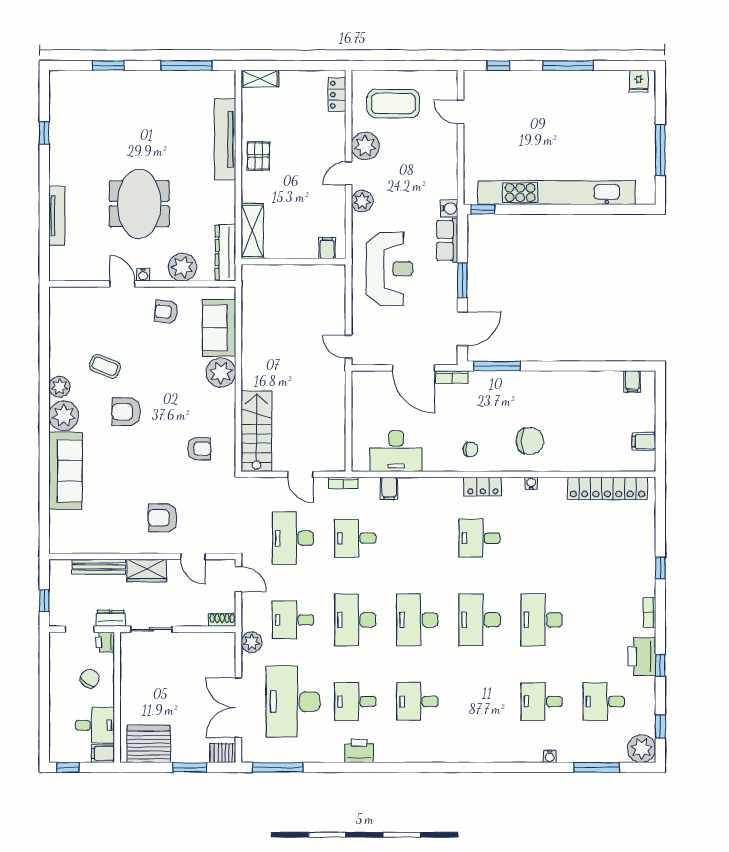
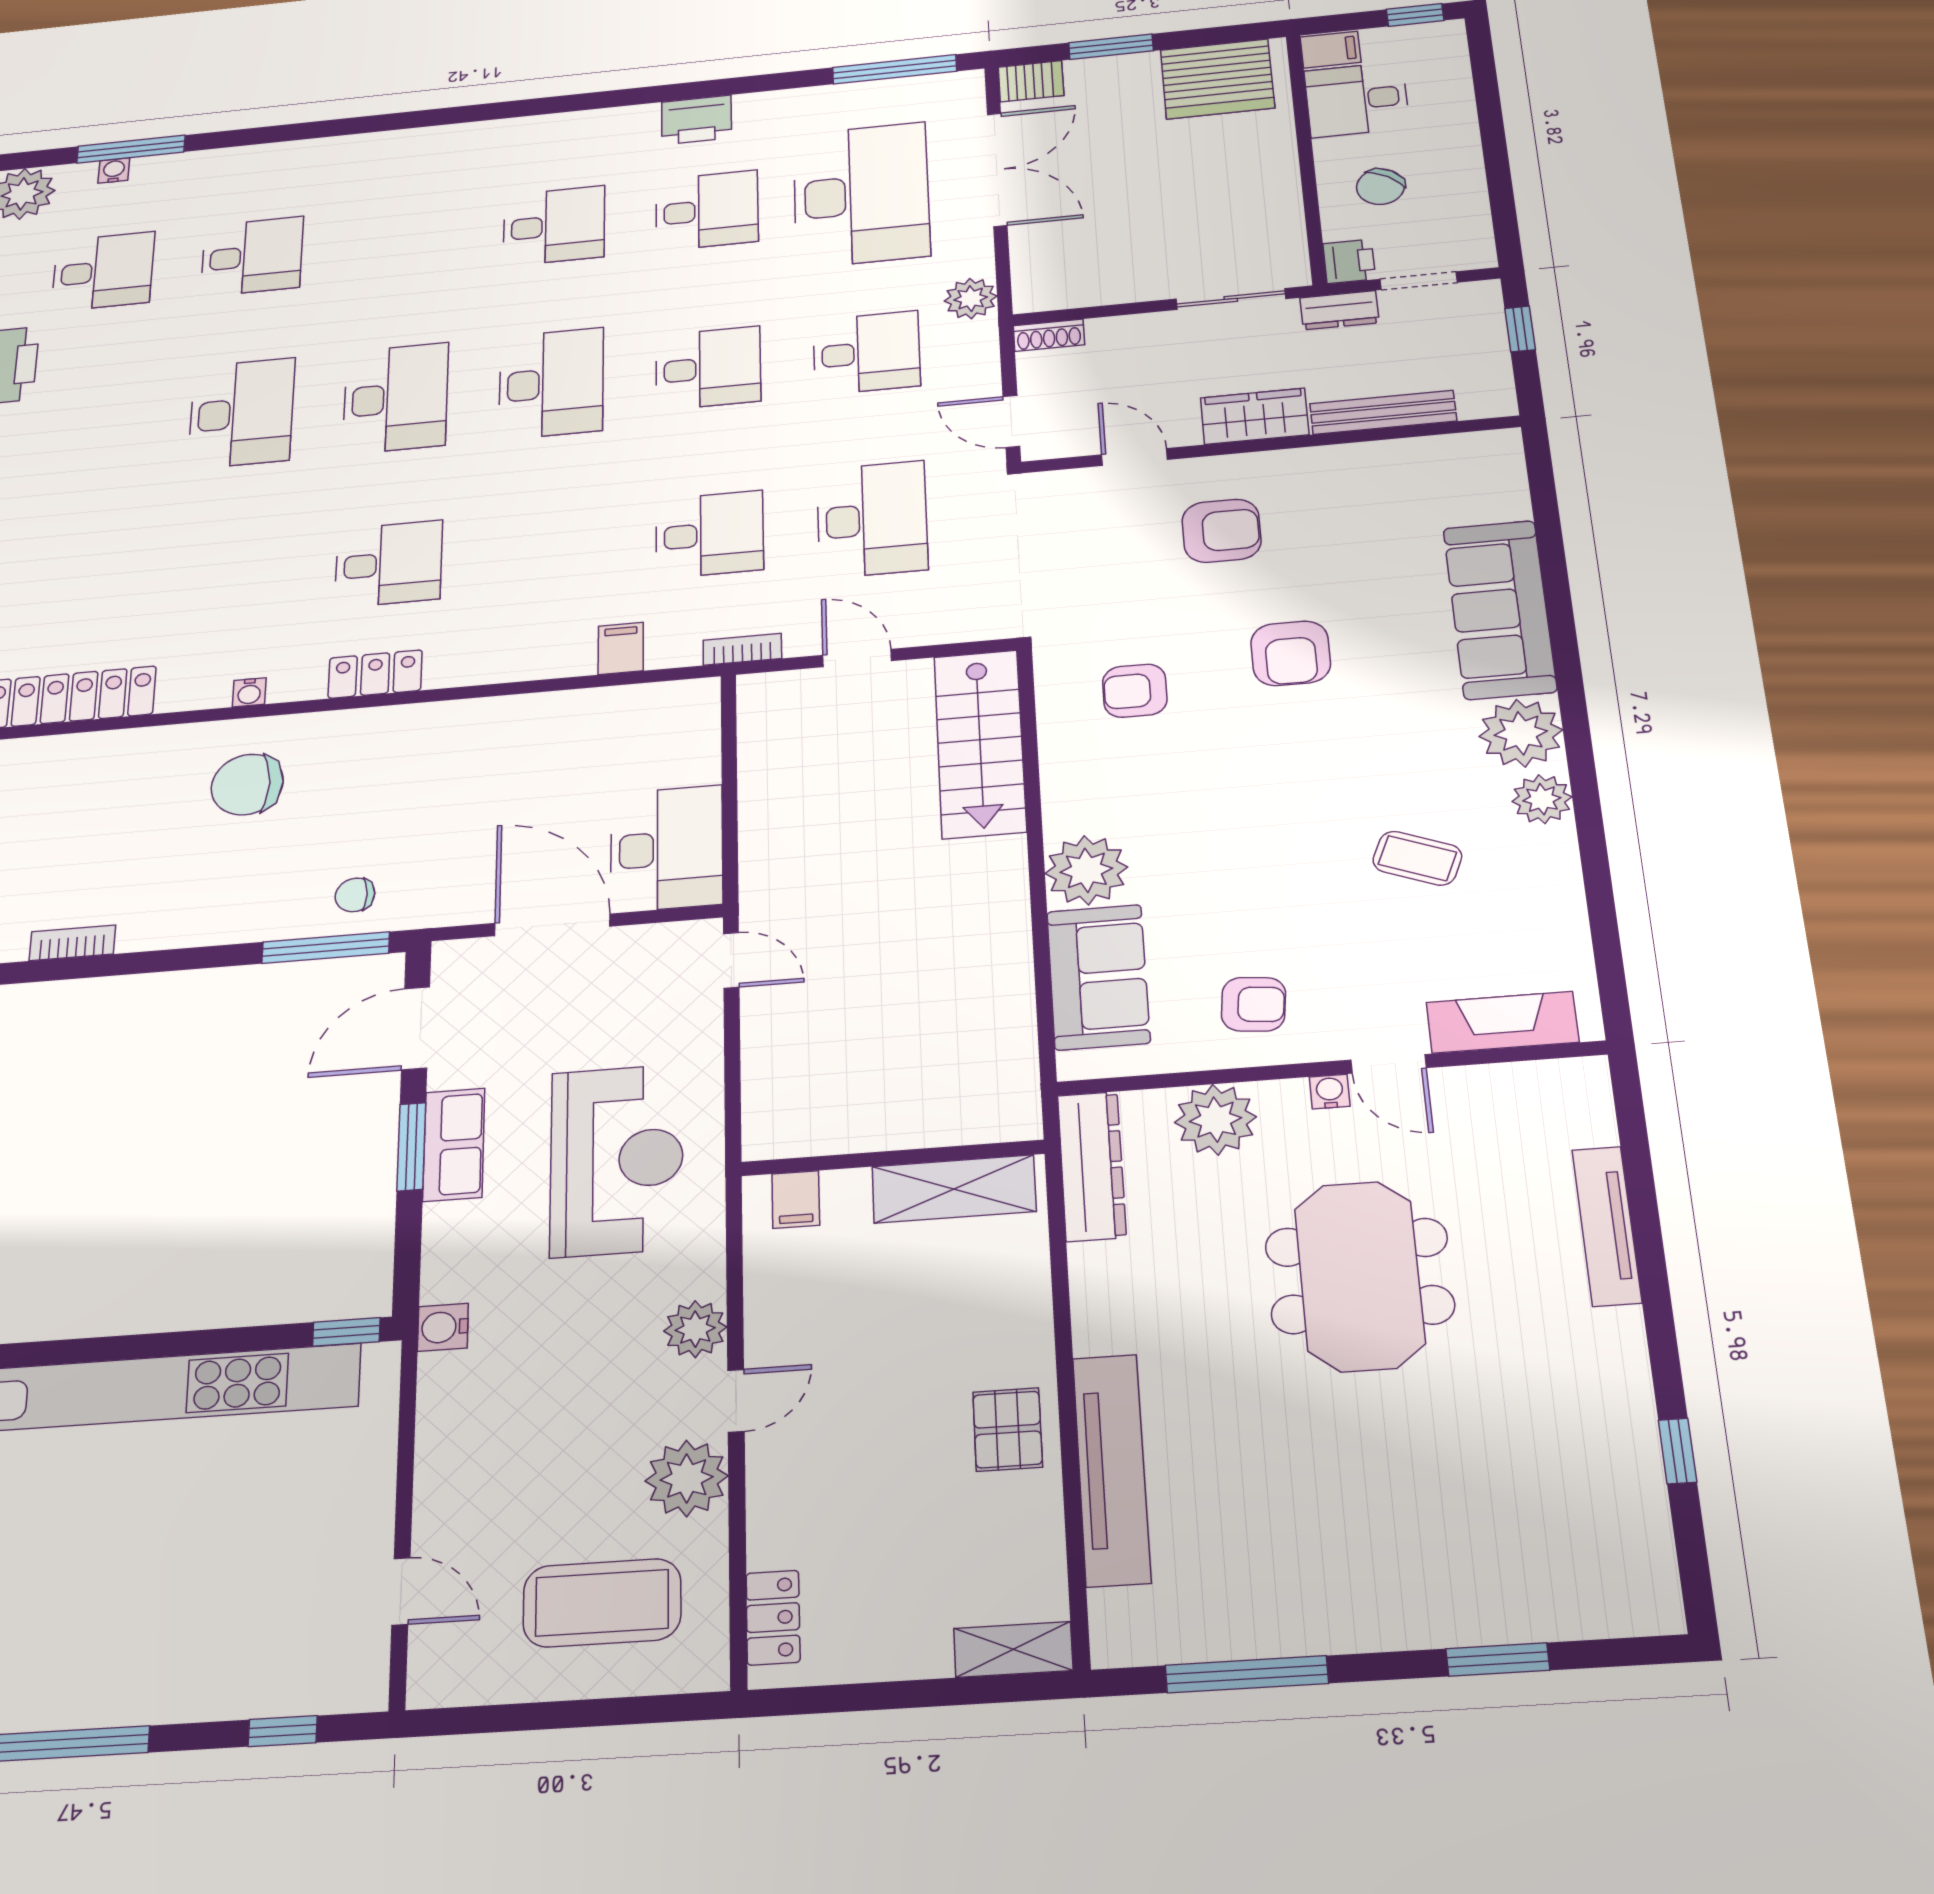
shelving: (252, 231) -> (954, 1189), moved, turned 90
row of seats: (447, 240) -> (454, 1145), moved
reception desk: (389, 269) -> (617, 1160), turned 180
fireplace: (83, 297) -> (1502, 1022), added
bookcase: (452, 377) -> (72, 943), moved
armchair: (126, 412) -> (1291, 653), moved, turned 90
chair: (470, 449) -> (355, 895), moved
desk: (396, 451) -> (667, 849), moved, turned 90
desk: (355, 620) -> (708, 368), width x0.73
water cooler: (550, 756) -> (114, 171), moved

